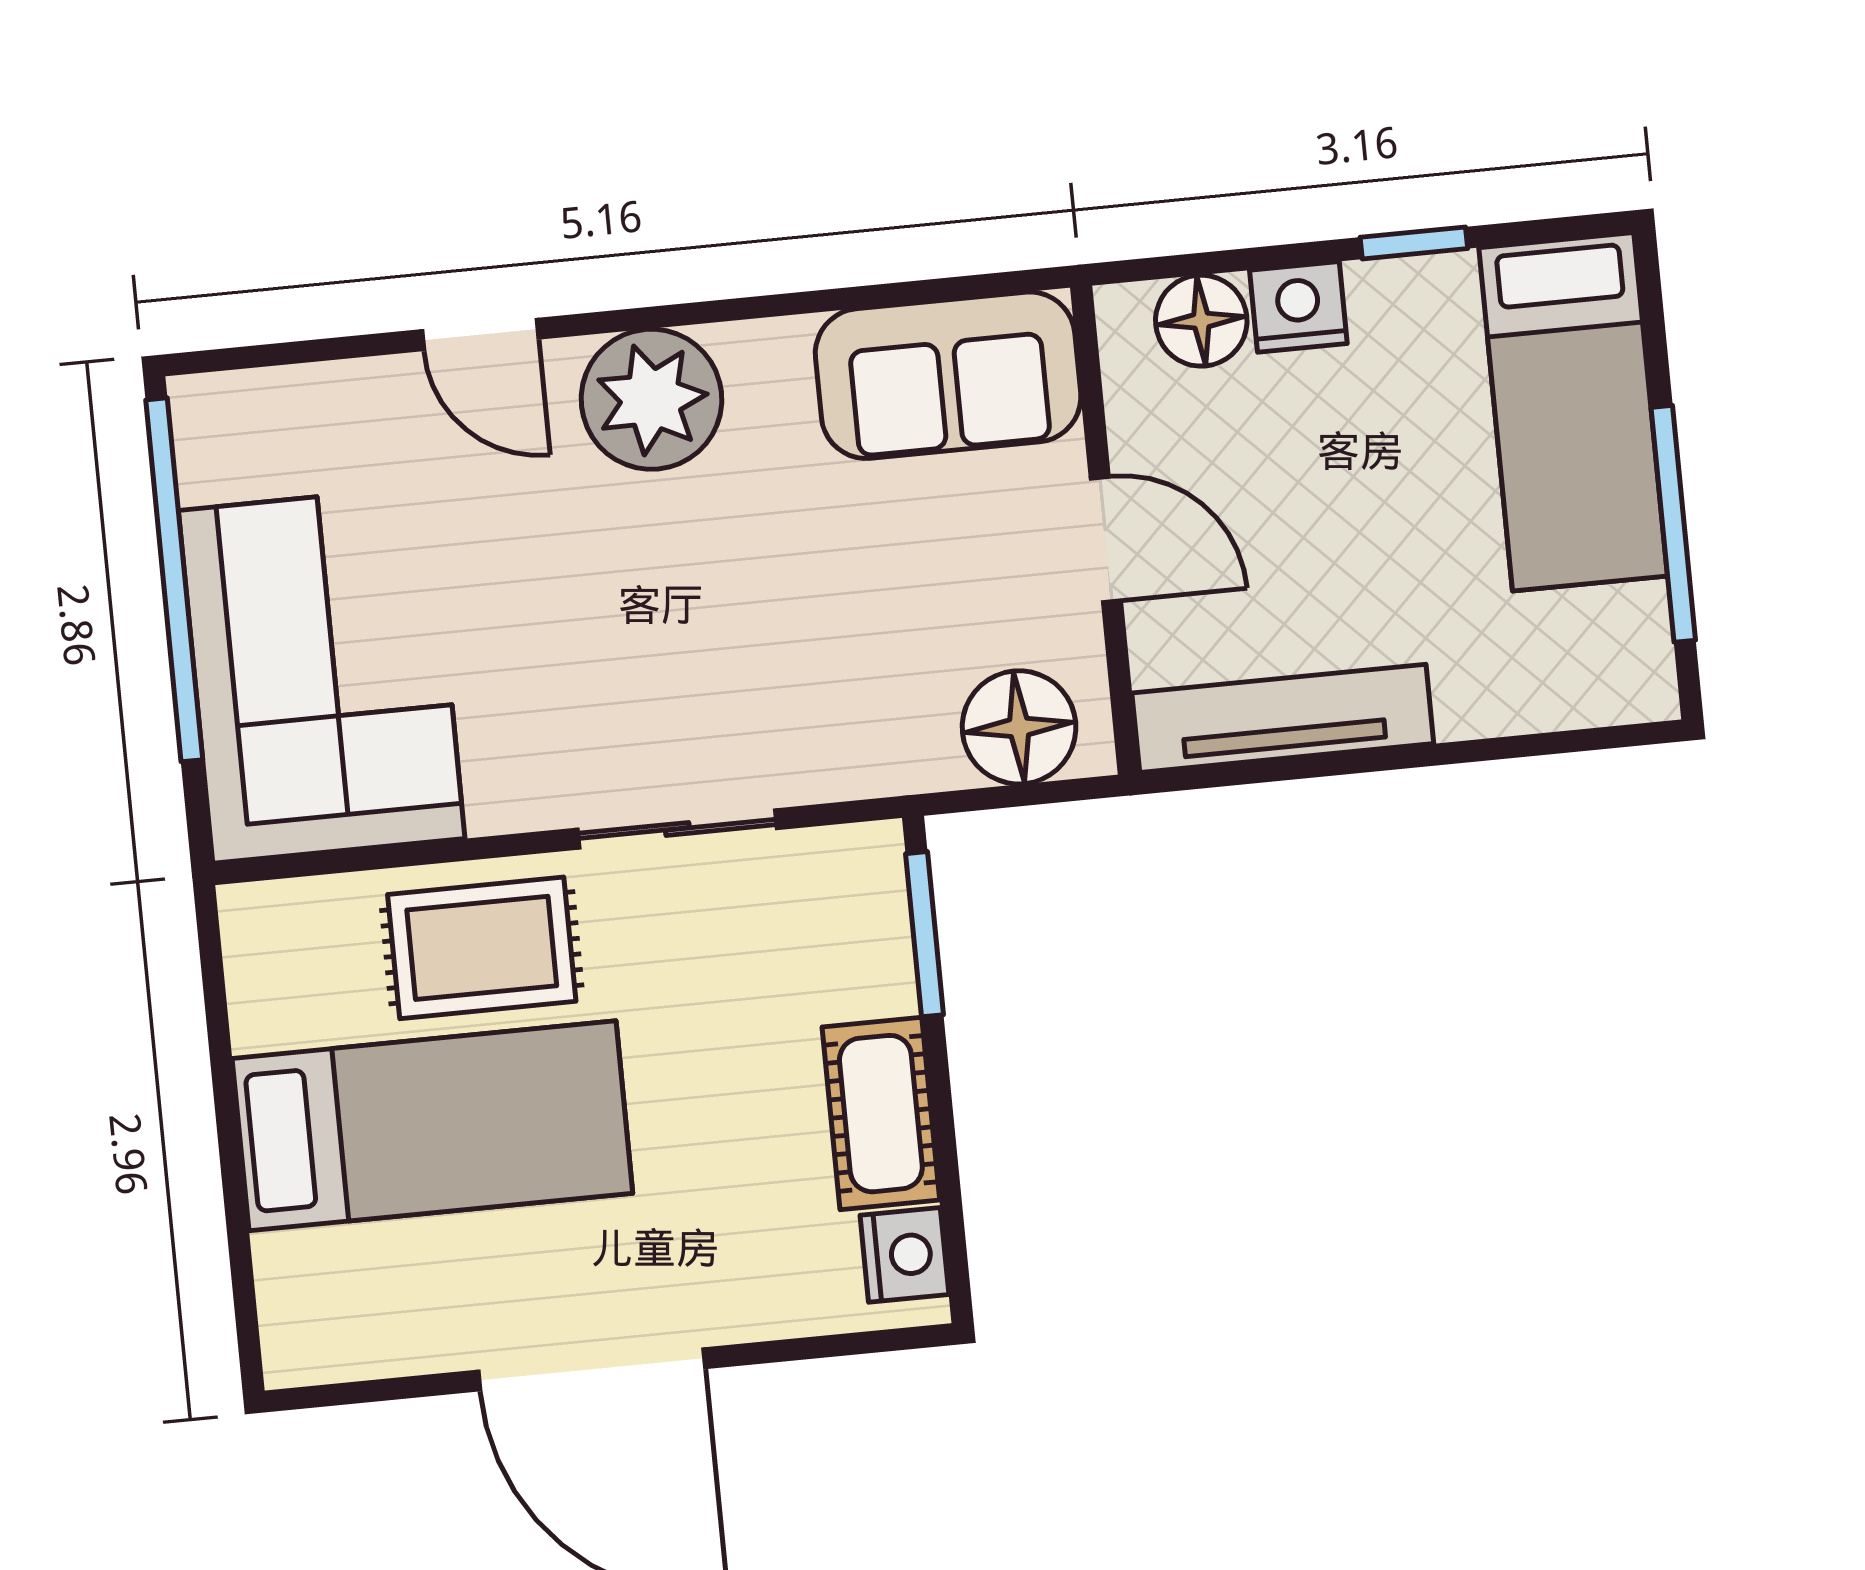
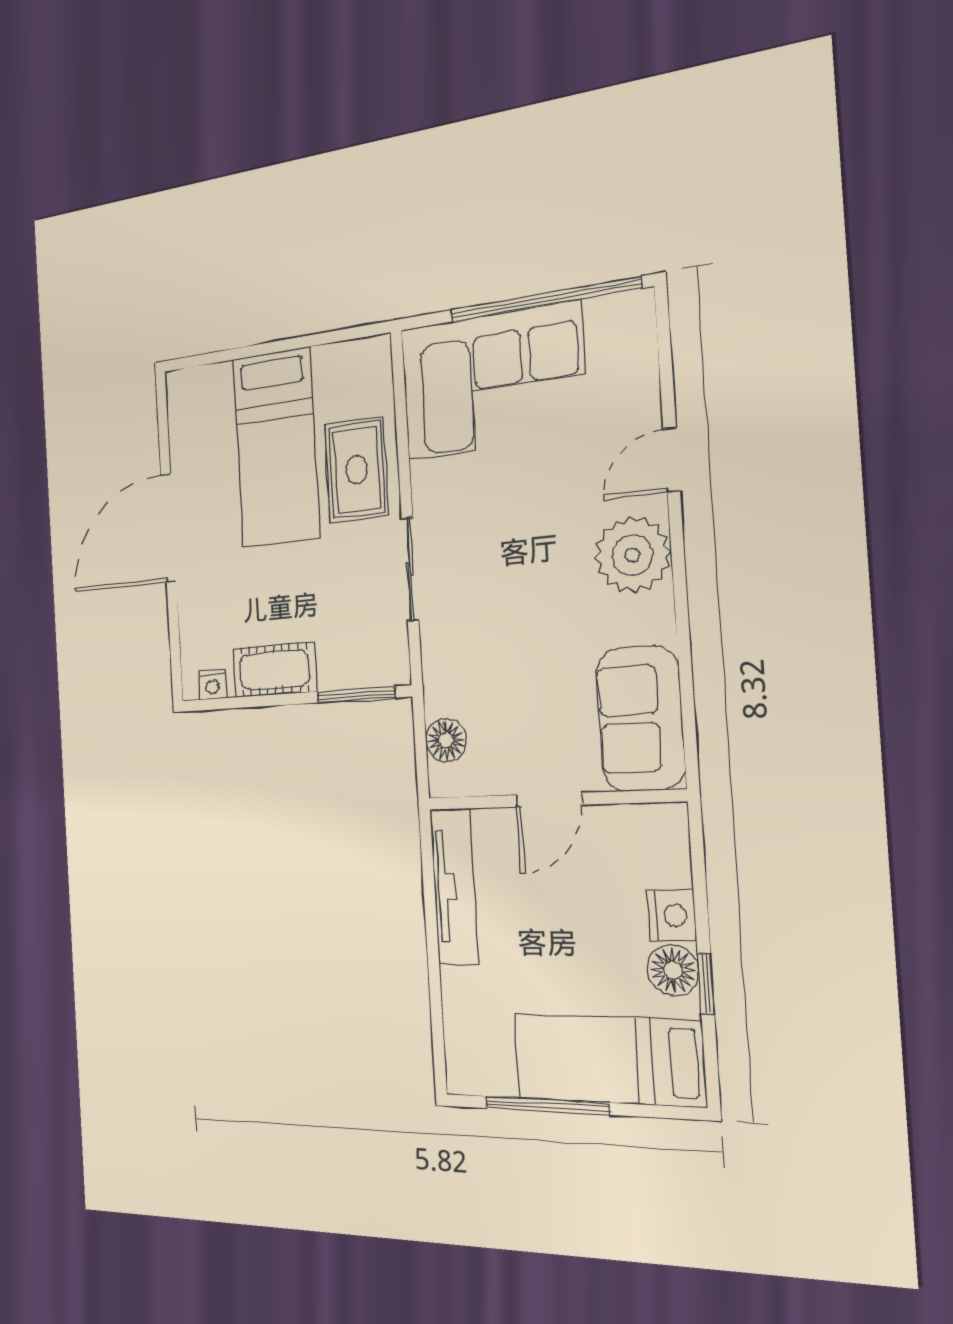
floor lamp: (1201, 321) -> (673, 970), moved
floor lamp: (1019, 727) -> (446, 740), width x0.73, depth x0.73
nightstand: (904, 1255) -> (213, 684), width x0.72, depth x0.74

